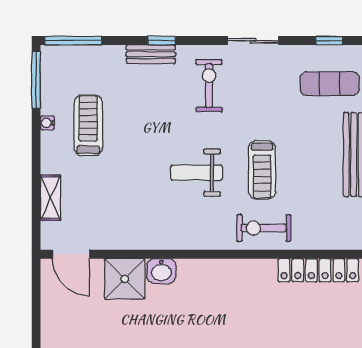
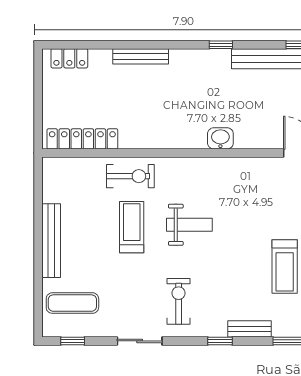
bench: (151, 54) -> (250, 329), moved
exercise bike: (209, 86) -> (179, 301), turned 180
shower: (125, 279) -> (253, 131), removed

